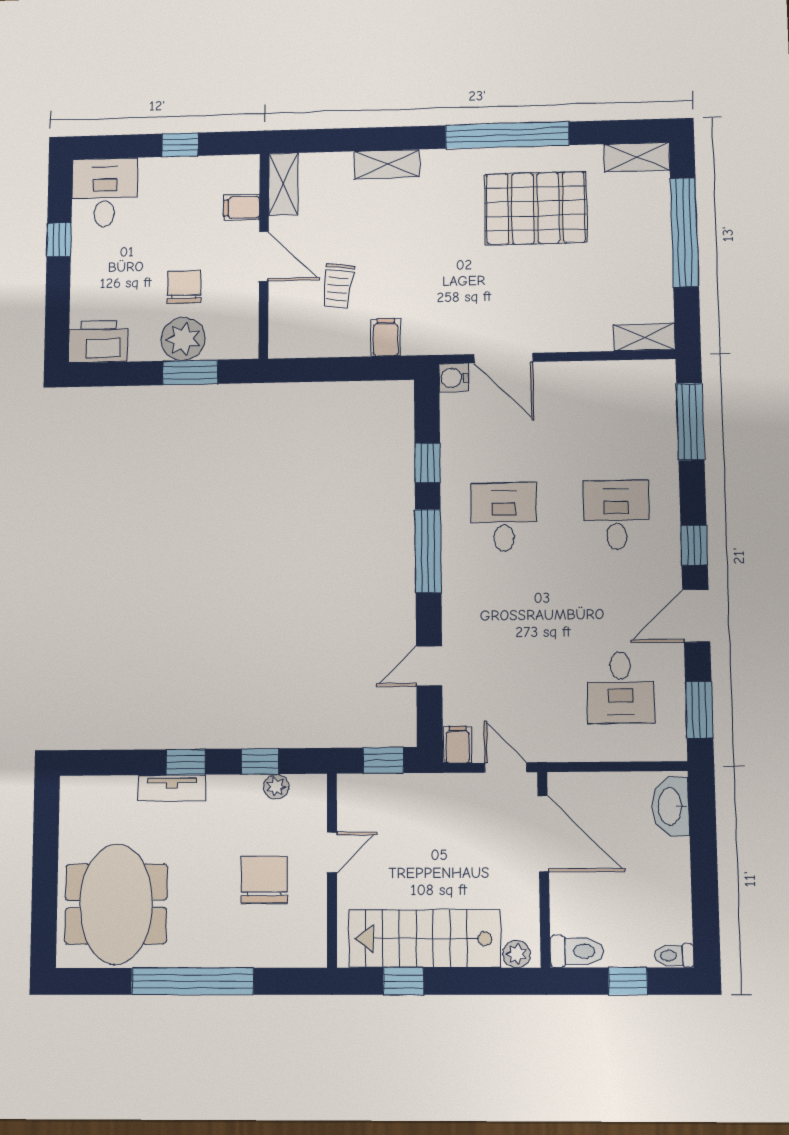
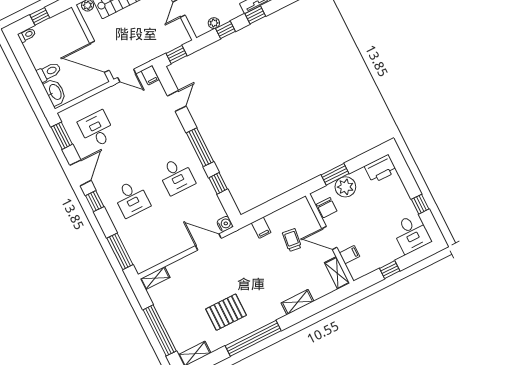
pallet: (536, 208) -> (226, 312), width x0.73, depth x0.71
chair: (184, 287) -> (327, 208), moved
toilet: (577, 951) -> (49, 72), moved, turned 180

